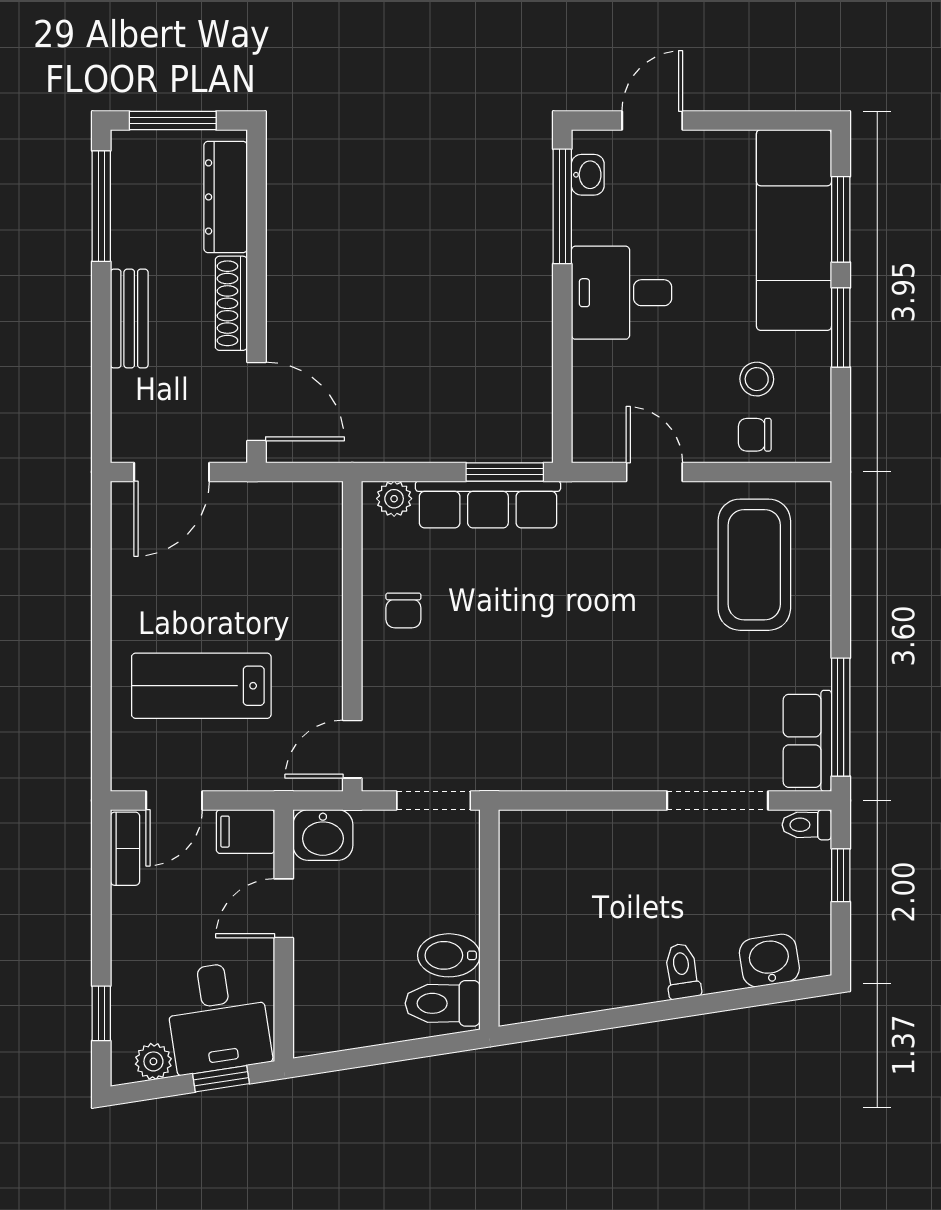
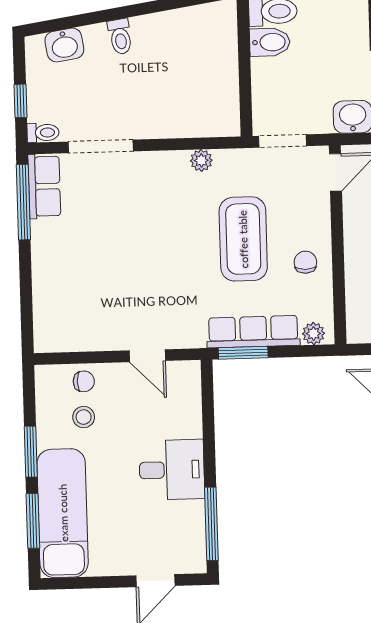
washbasin: (588, 175) -> (196, 545), removed
coffee table: (754, 565) -> (243, 239), moved
plant: (561, 774) -> (201, 160), added

